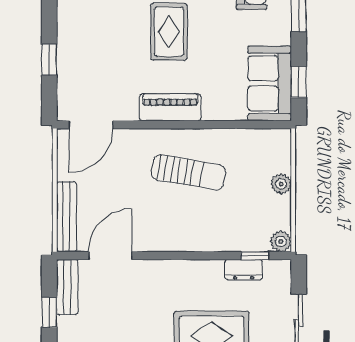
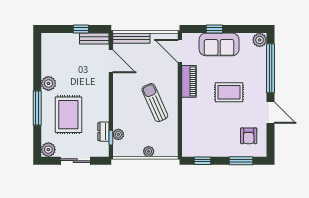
sofa: (270, 83) -> (219, 44), moved, turned 180
piano: (170, 107) -> (189, 81), moved
sun lounger: (188, 172) -> (155, 103), turned 146
plant: (281, 241) -> (118, 134), moved

